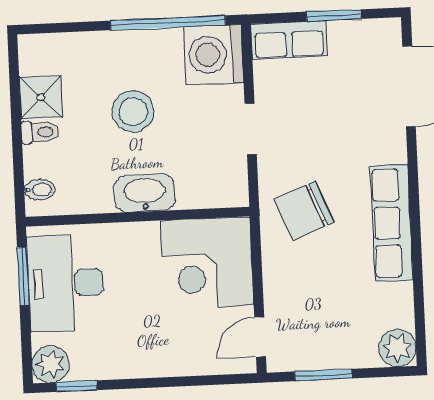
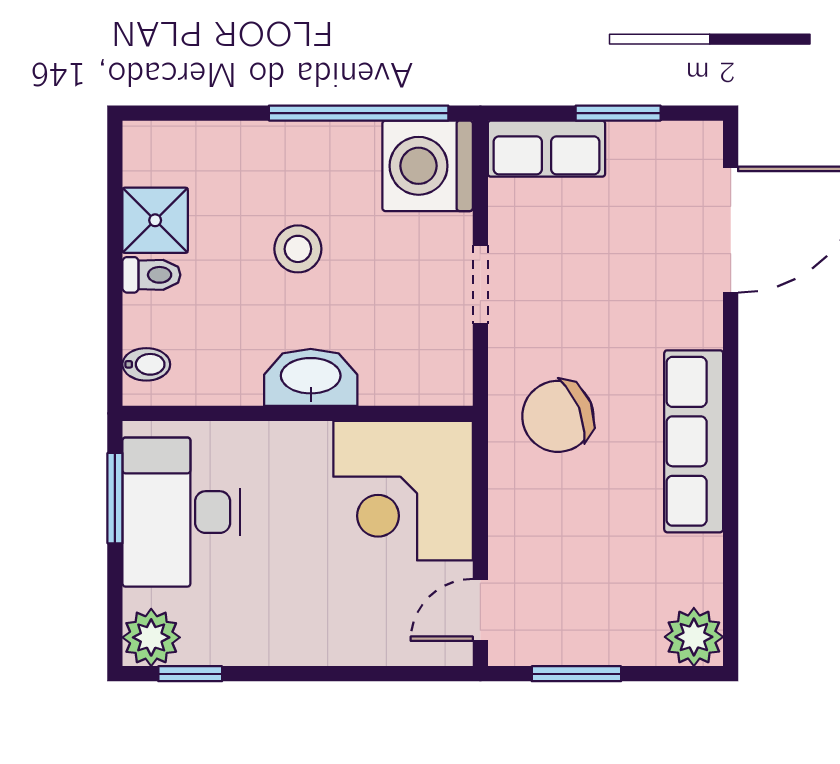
stool: (133, 111) -> (298, 249), width x0.73, depth x0.73

